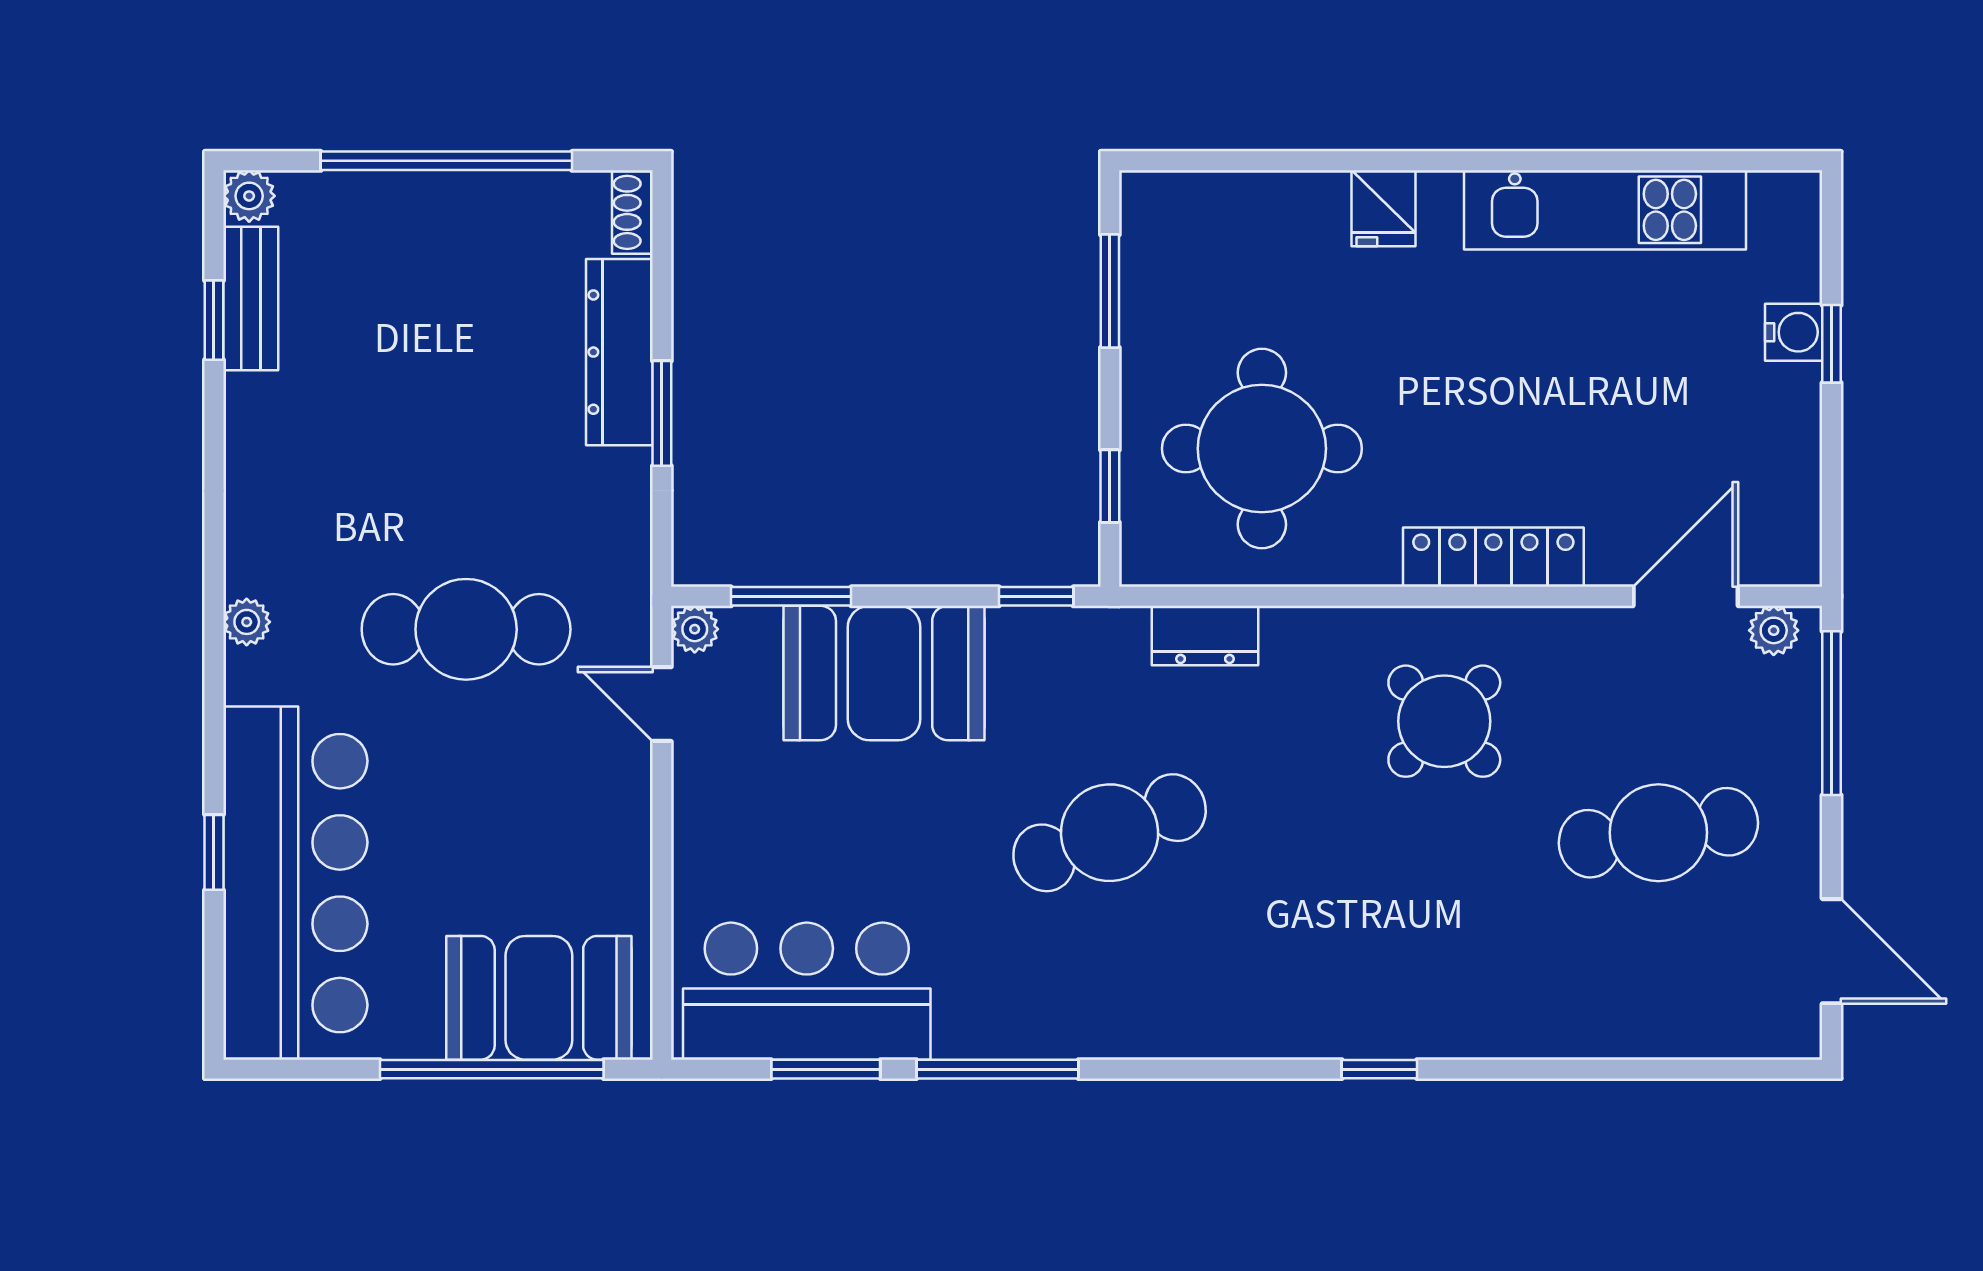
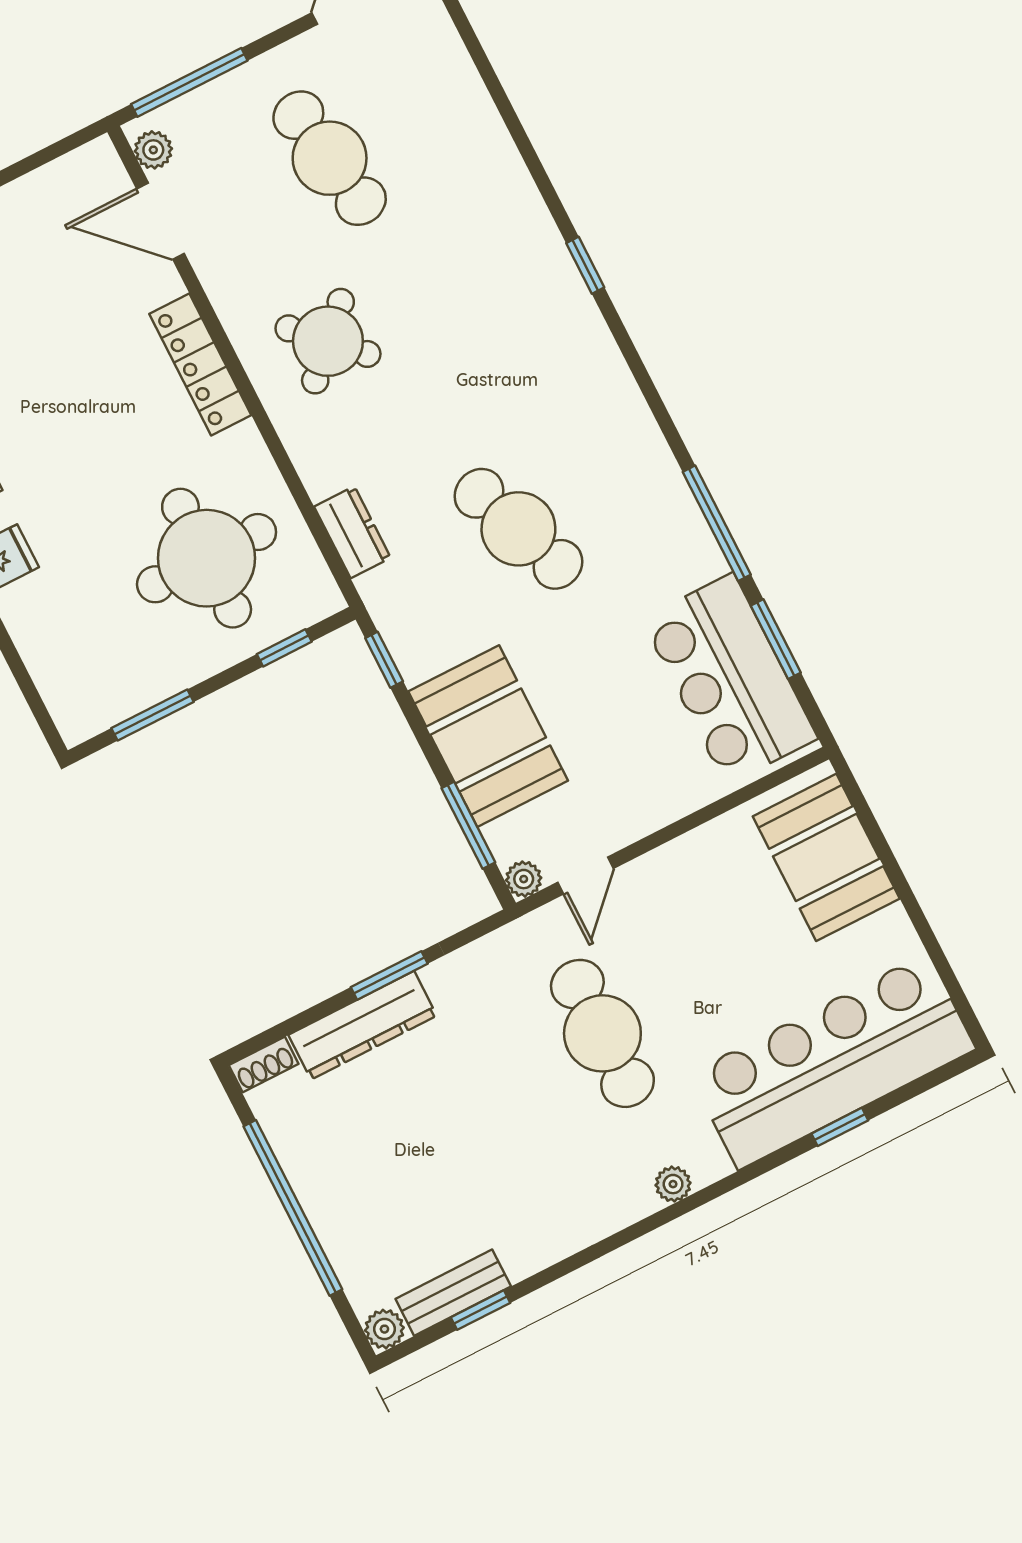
window: (492, 1069) -> (891, 865), removed

